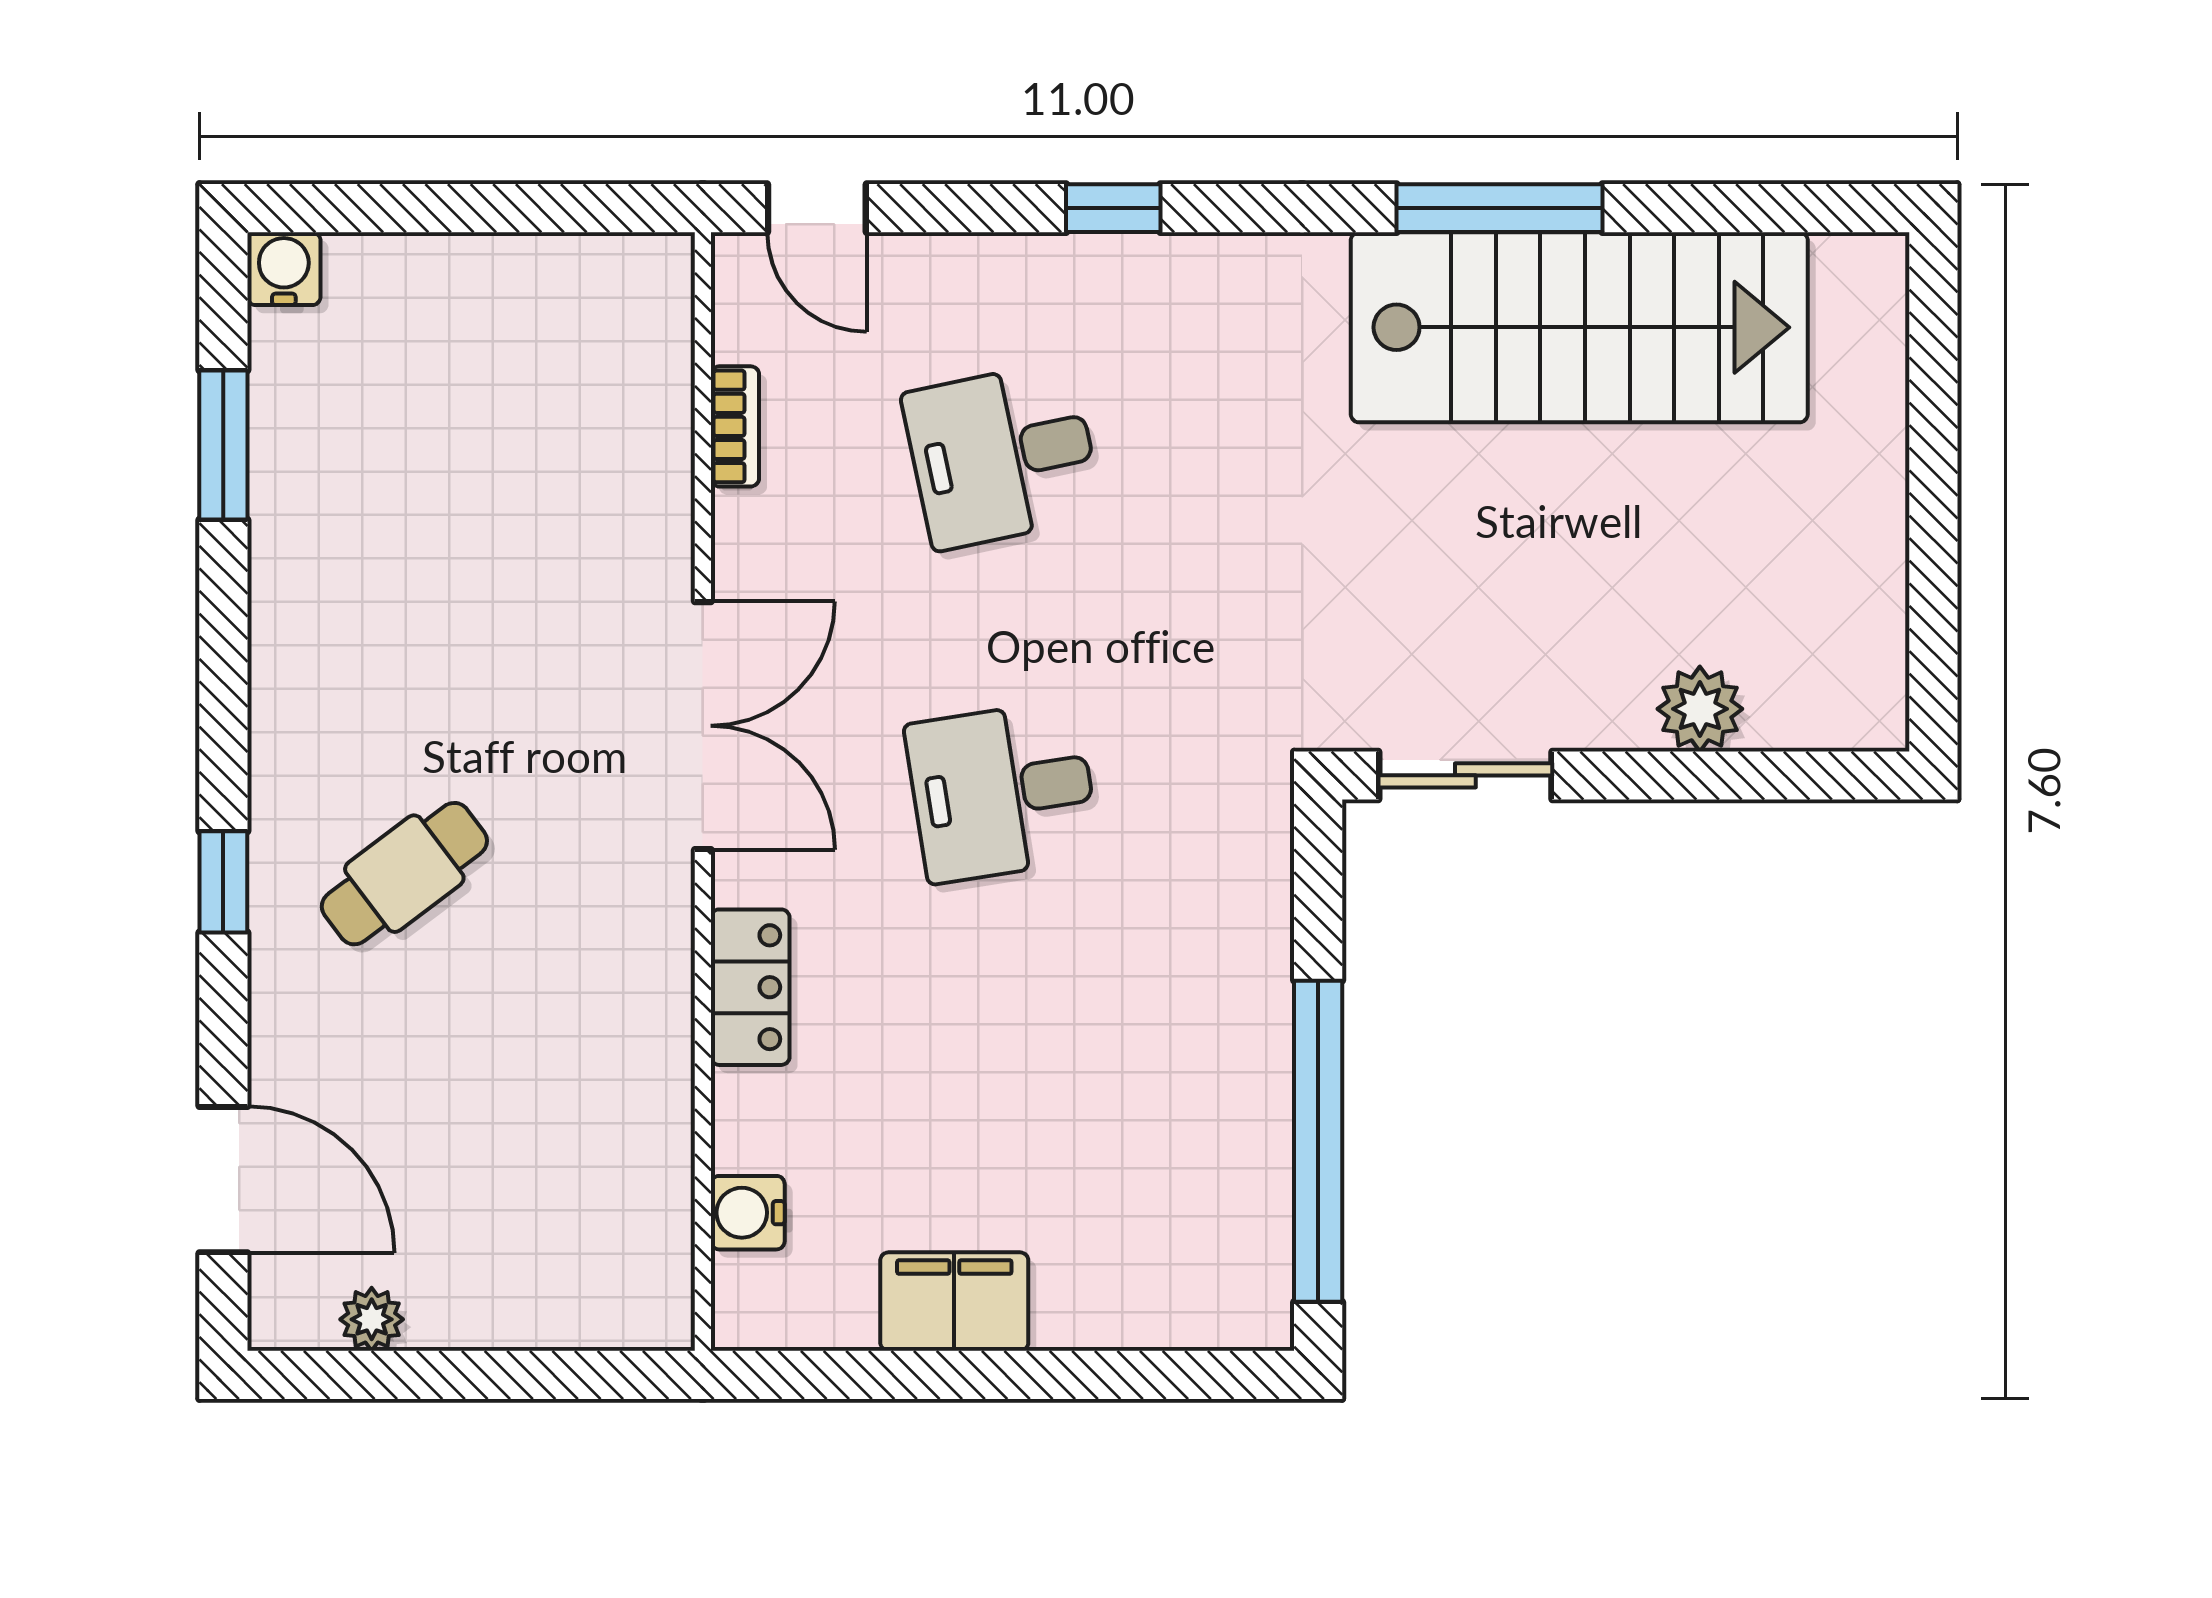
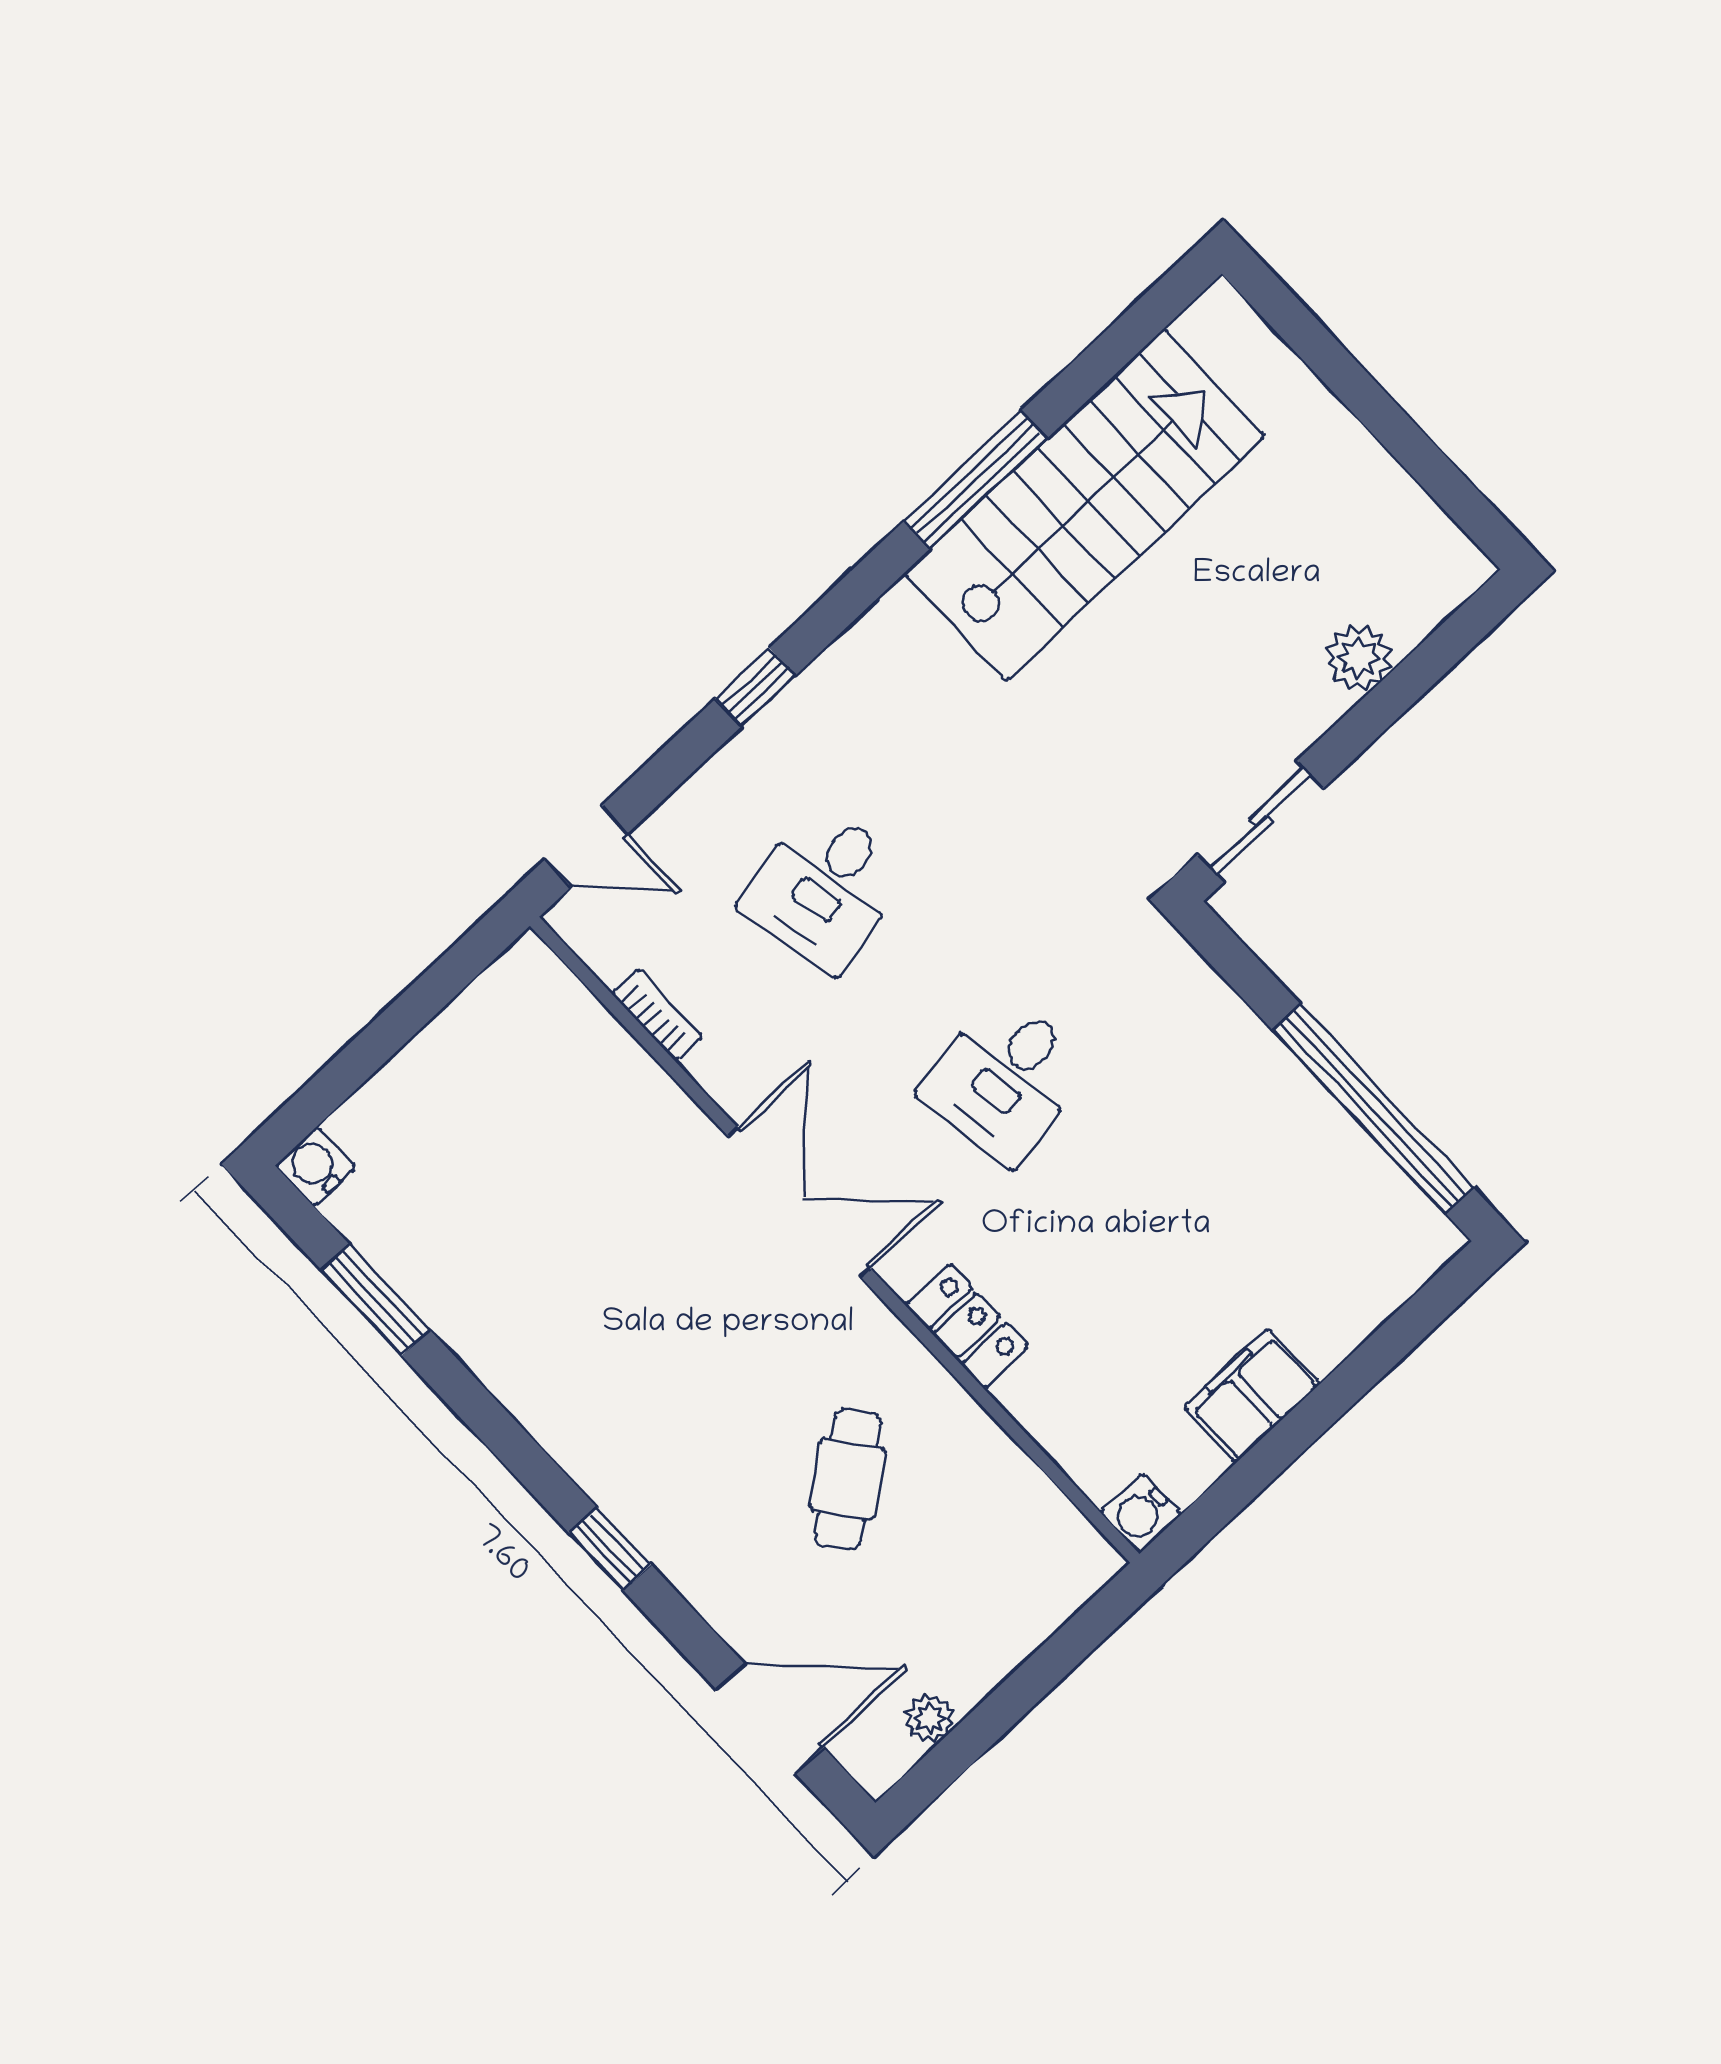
cafe table: (404, 874) -> (848, 1479), moved
water cooler: (748, 1213) -> (1141, 1513), moved

